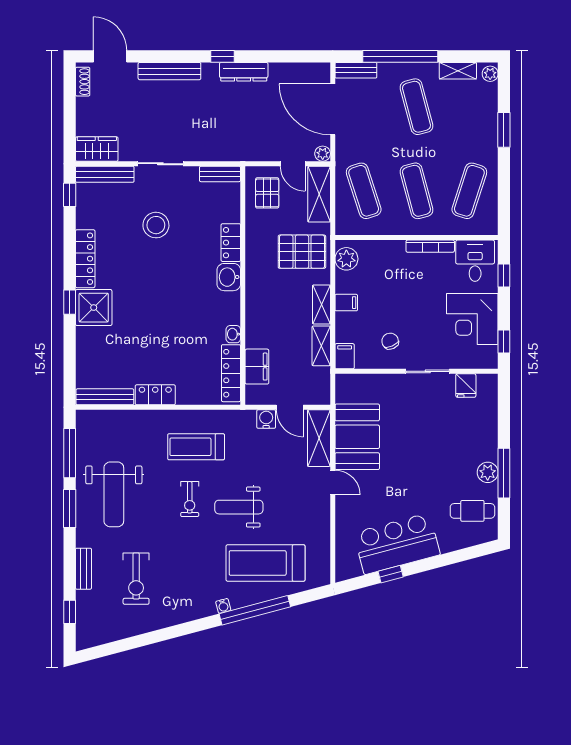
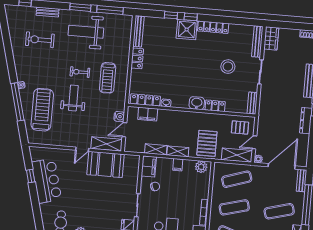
window: (70, 195) -> (171, 15), moved
filing cabinet: (345, 356) -> (149, 166), width x2.00
treadmill: (196, 447) -> (108, 78), turned 180

